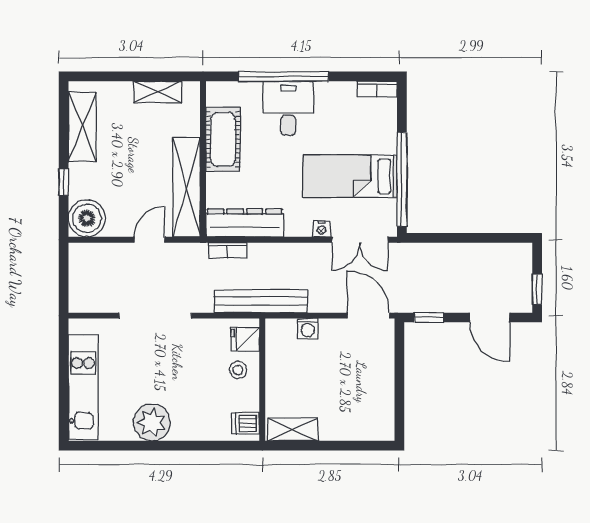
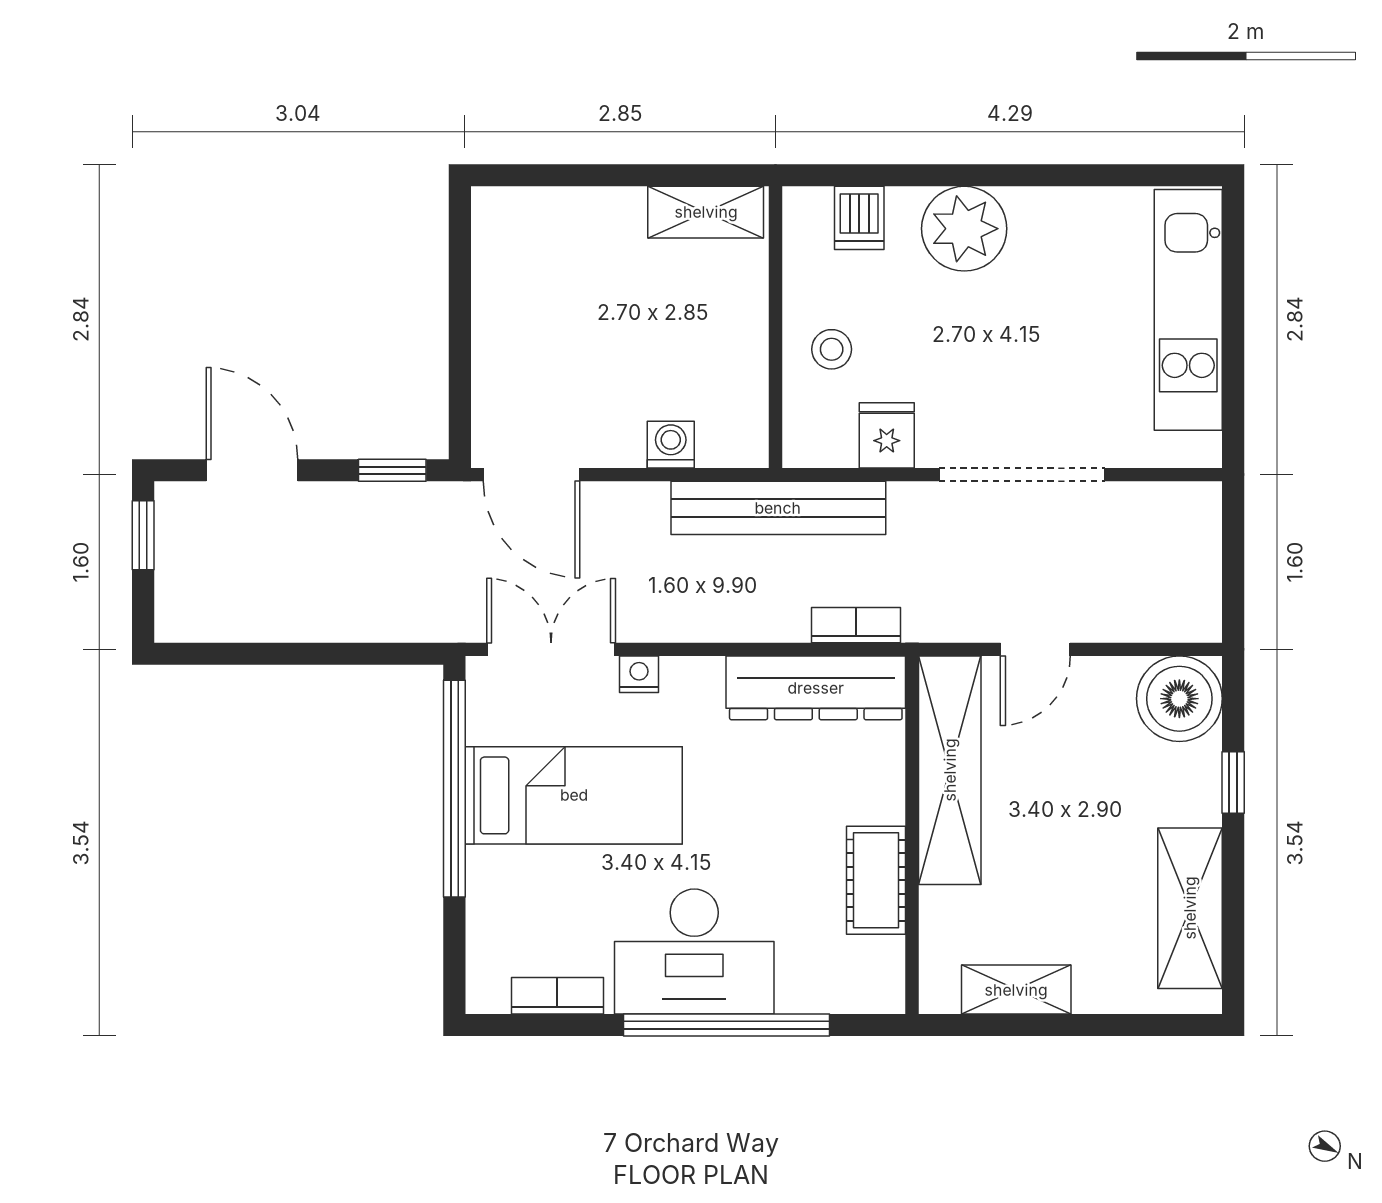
bookcase: (377, 89) -> (557, 996), moved
desk: (288, 108) -> (694, 952), width x1.37
cot: (223, 139) -> (876, 880), width x0.73, depth x0.75
fridge: (245, 339) -> (887, 435), moved, turned -90
plant: (152, 422) -> (964, 229), moved
dishwasher: (246, 423) -> (859, 218), moved, turned 90

